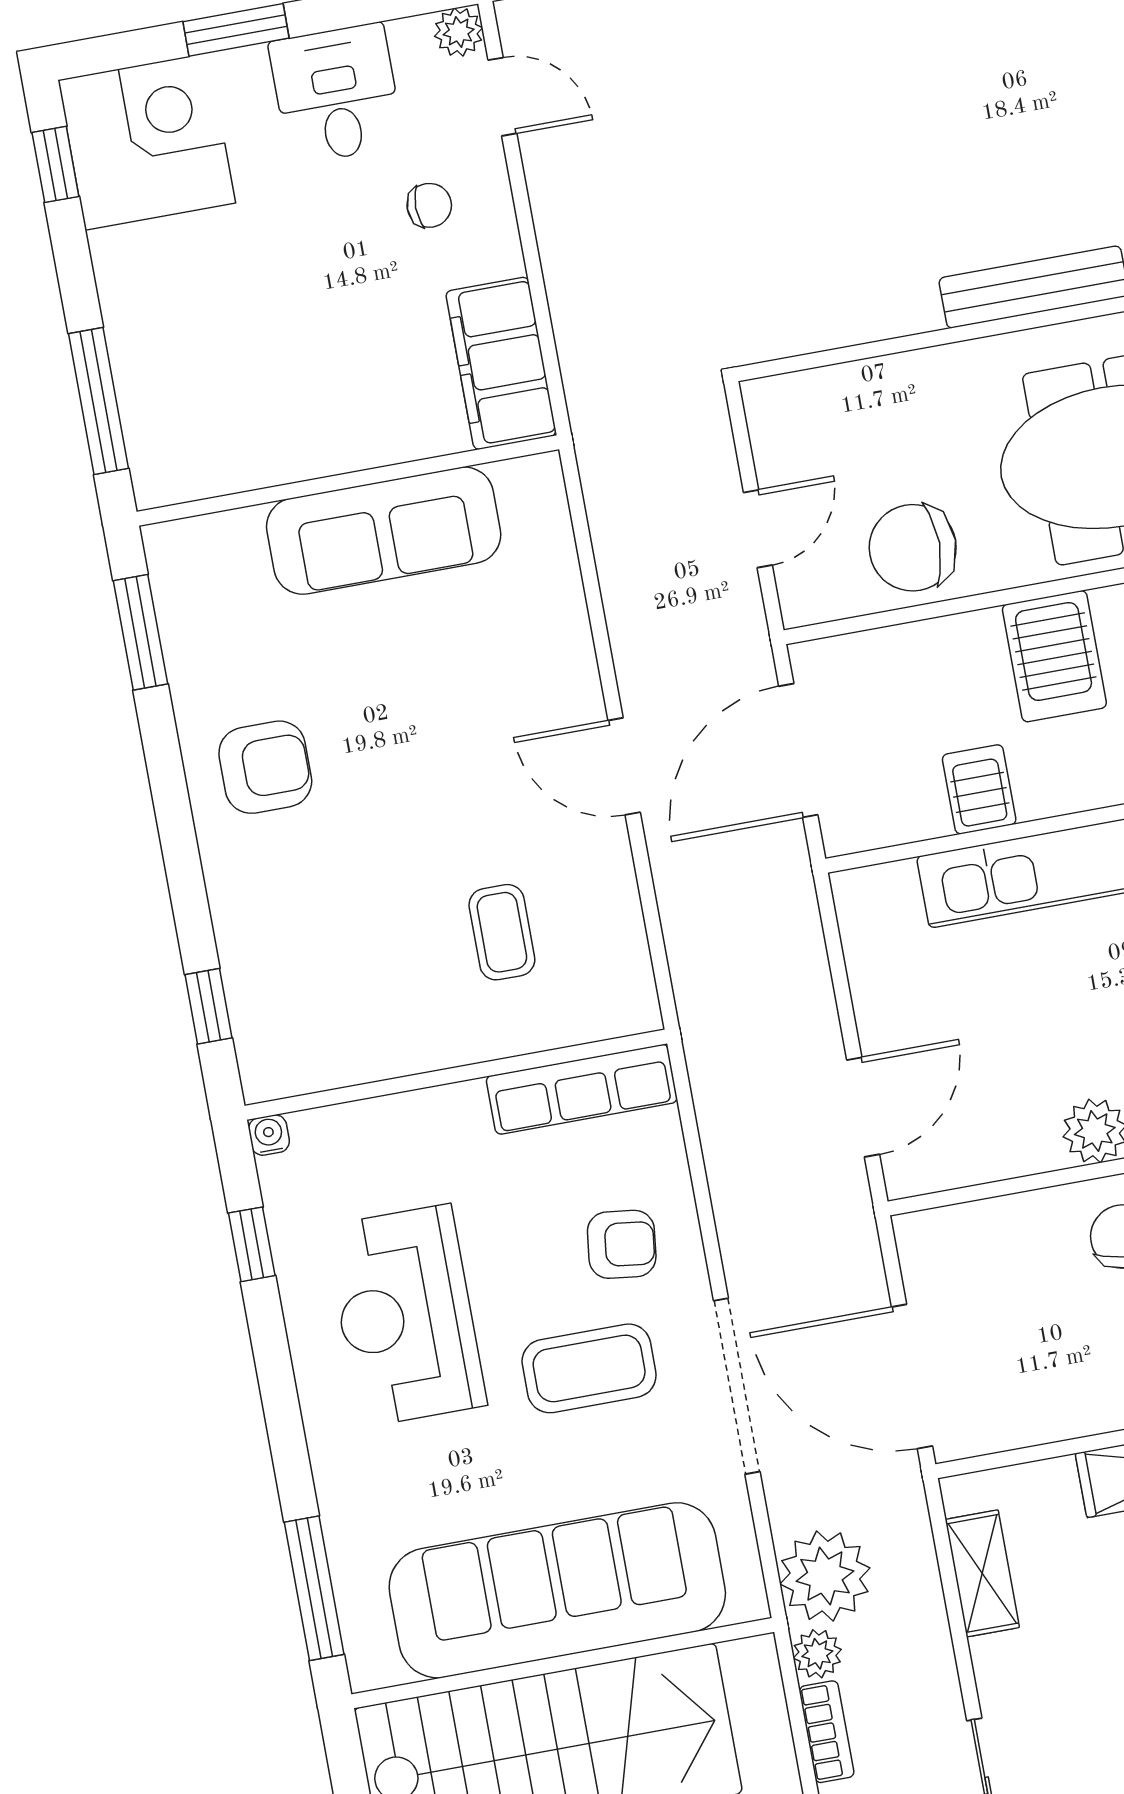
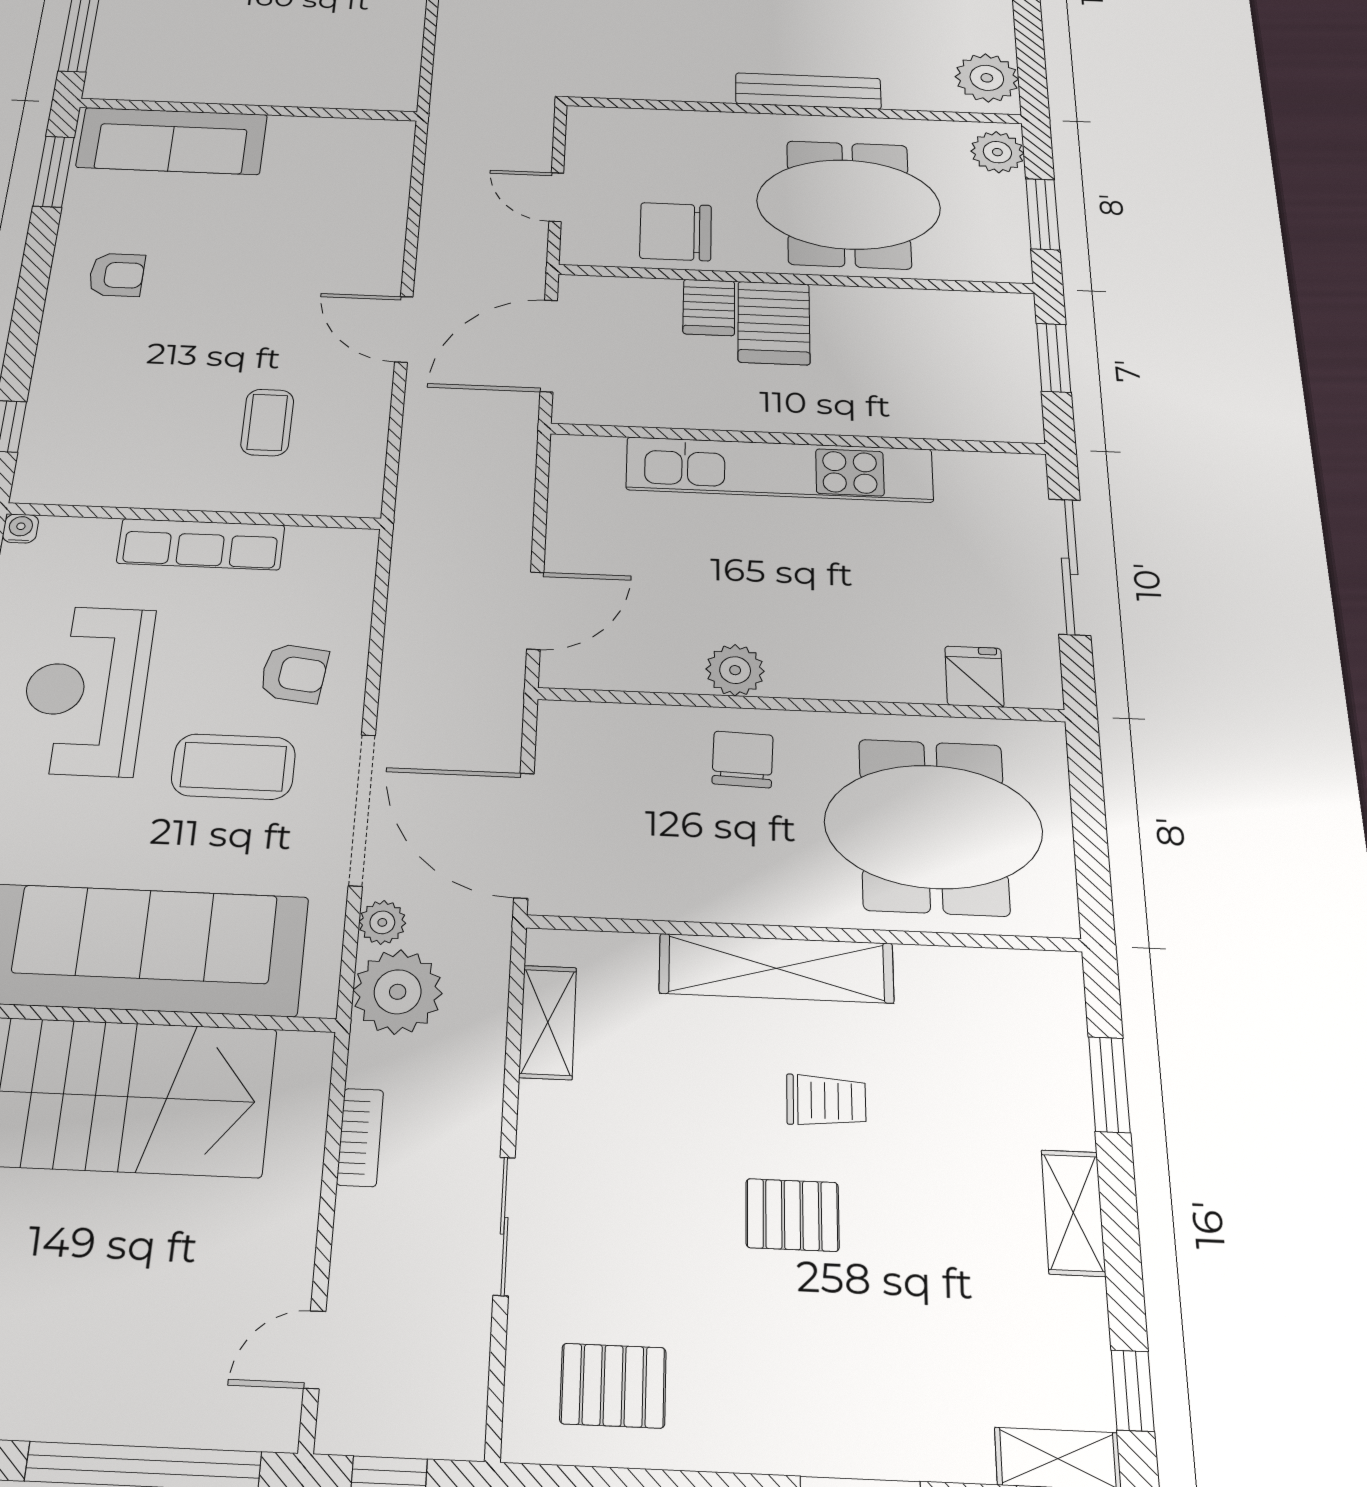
filing cabinet: (501, 363) -> (389, 62), removed
door: (758, 529) -> (556, 197), swing flipped
sofa: (384, 531) -> (172, 141), moved
armchair: (265, 767) -> (117, 275), width x0.72, depth x0.72
server rack: (979, 789) -> (709, 307), moved, turned 180
row of seats: (582, 1089) -> (201, 544), moved
plant: (817, 1654) -> (382, 922), moved

